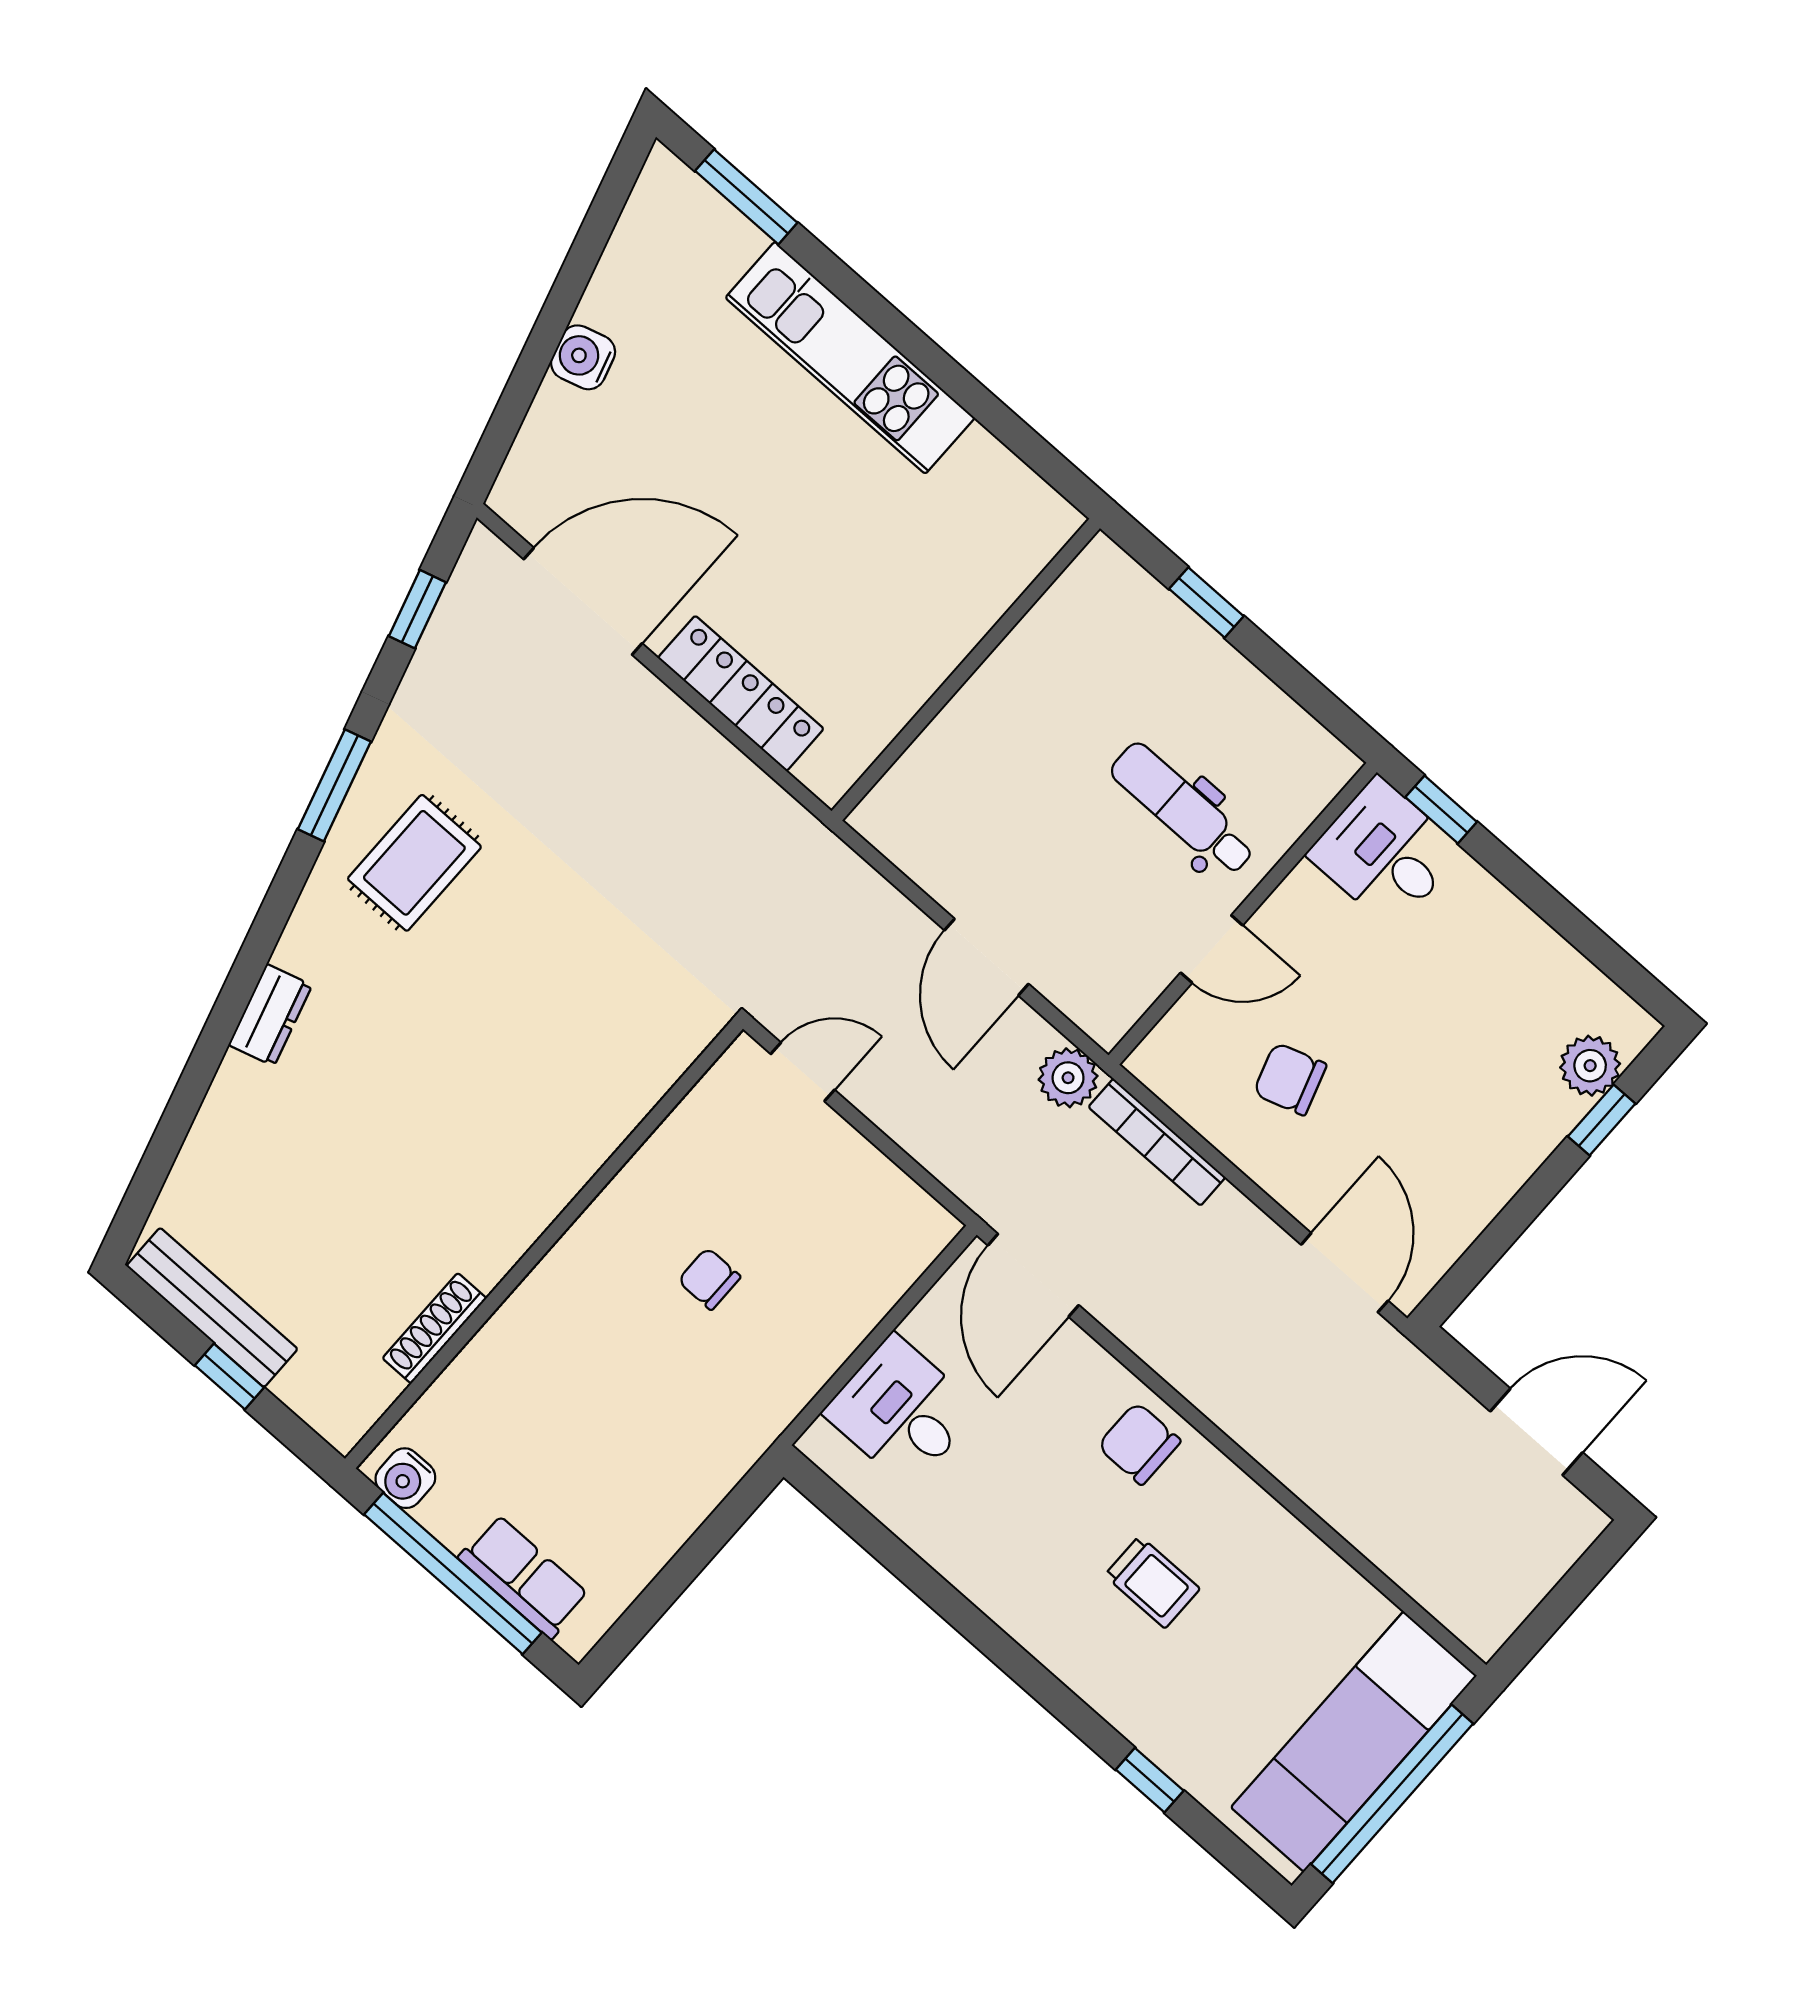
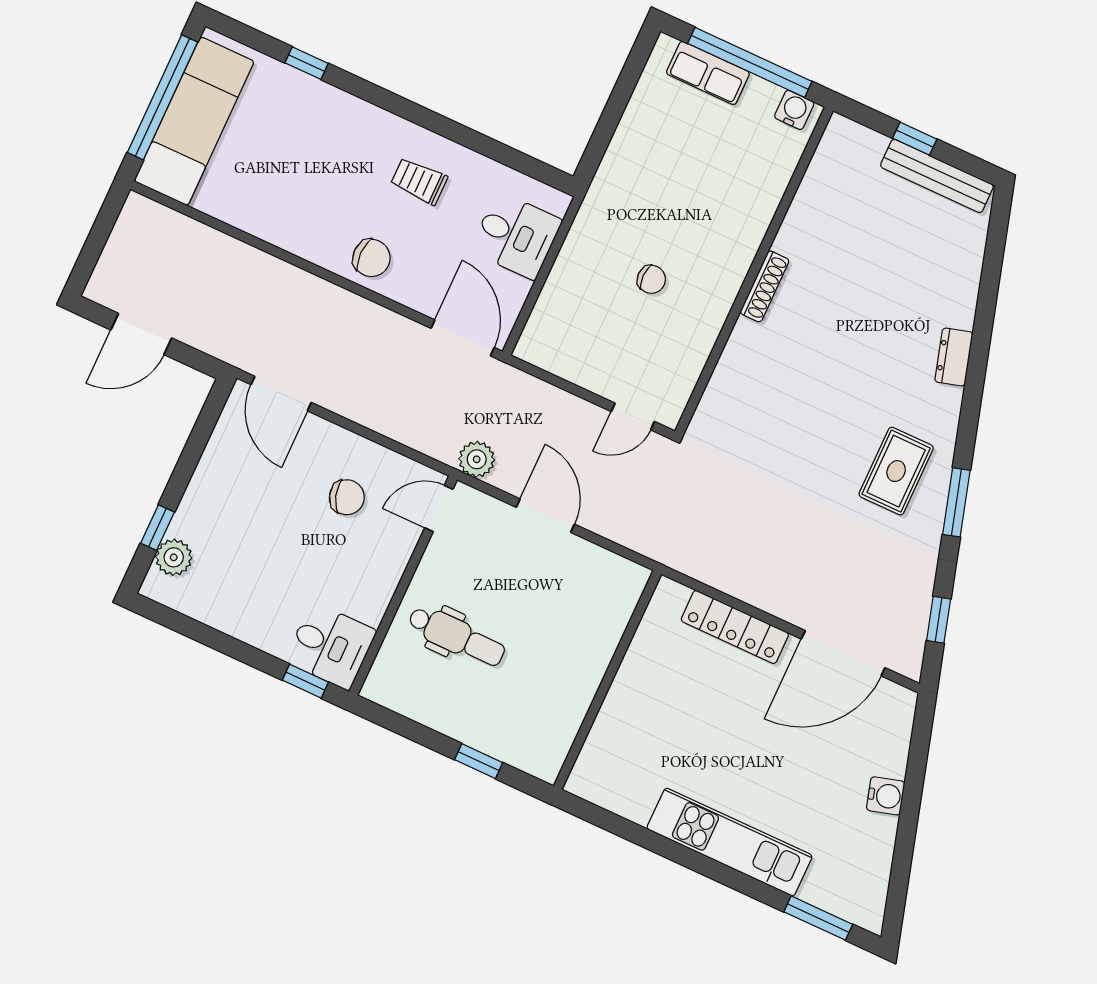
door: (1212, 949) -> (439, 508), moved
bookcase: (1157, 1142) -> (414, 437), removed
shoe rack: (434, 1328) -> (765, 286), moved
trolley: (1152, 1582) -> (419, 181), moved

